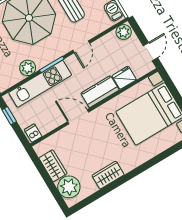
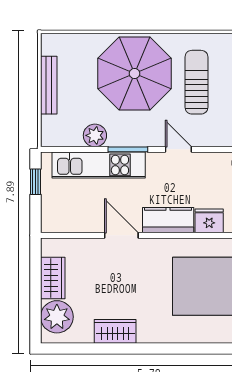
door: (81, 47) -> (178, 149), swing flipped
dishwasher: (33, 133) -> (52, 222), removed

